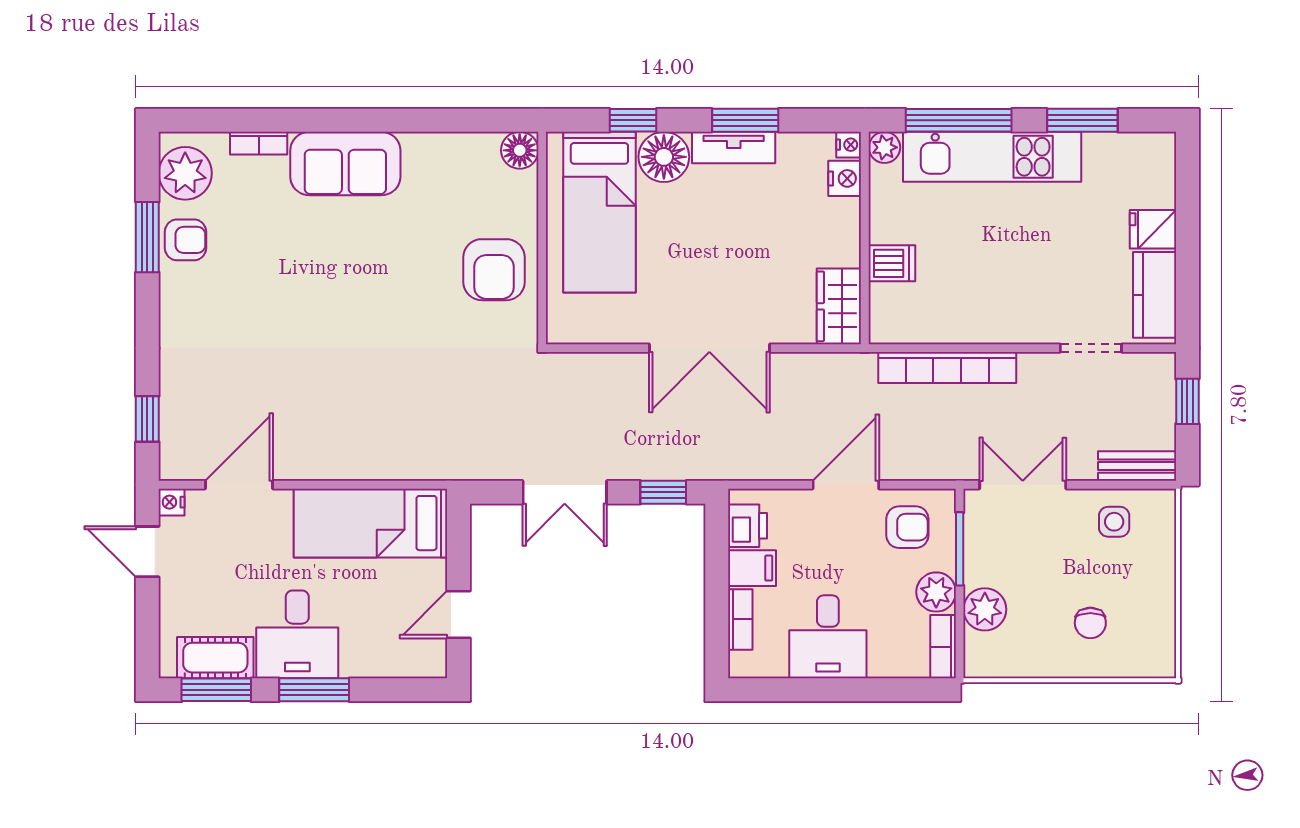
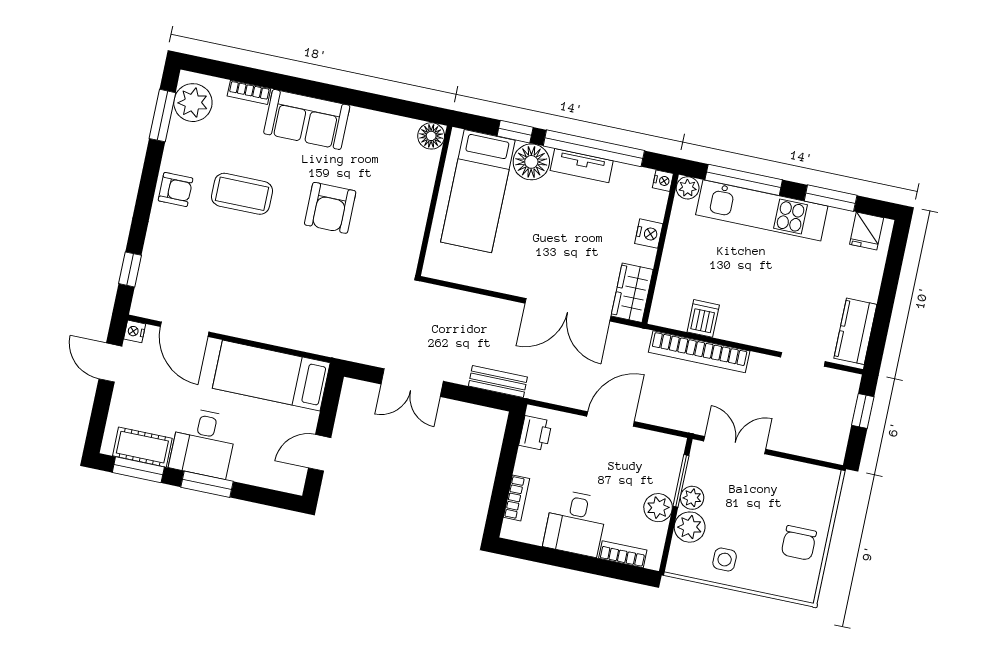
window: (745, 120) -> (594, 148), width x2.11
nightstand: (845, 178) -> (649, 234), moved
fridge: (1153, 229) -> (867, 231), moved, turned -90
window: (147, 237) -> (162, 116), moved
armchair: (185, 240) -> (176, 189), moved
dishwasher: (892, 263) -> (703, 318), moved, turned -90
armchair: (494, 270) -> (330, 208), moved
coffee table: (278, 284) -> (242, 194), added
double door: (709, 348) -> (568, 310), moved
bench: (1137, 466) -> (498, 382), moved
door: (239, 485) -> (185, 329), swing flipped
window: (663, 492) -> (481, 397), removed
side table: (1114, 522) -> (725, 560), moved
armchair: (907, 527) -> (648, 458), removed
filing cabinet: (752, 568) -> (532, 464), removed
plant: (980, 569) -> (692, 498), added
chair: (1090, 623) -> (799, 543), moved, width x1.37, depth x1.37
bookcase: (943, 647) -> (623, 554), moved, turned 90

